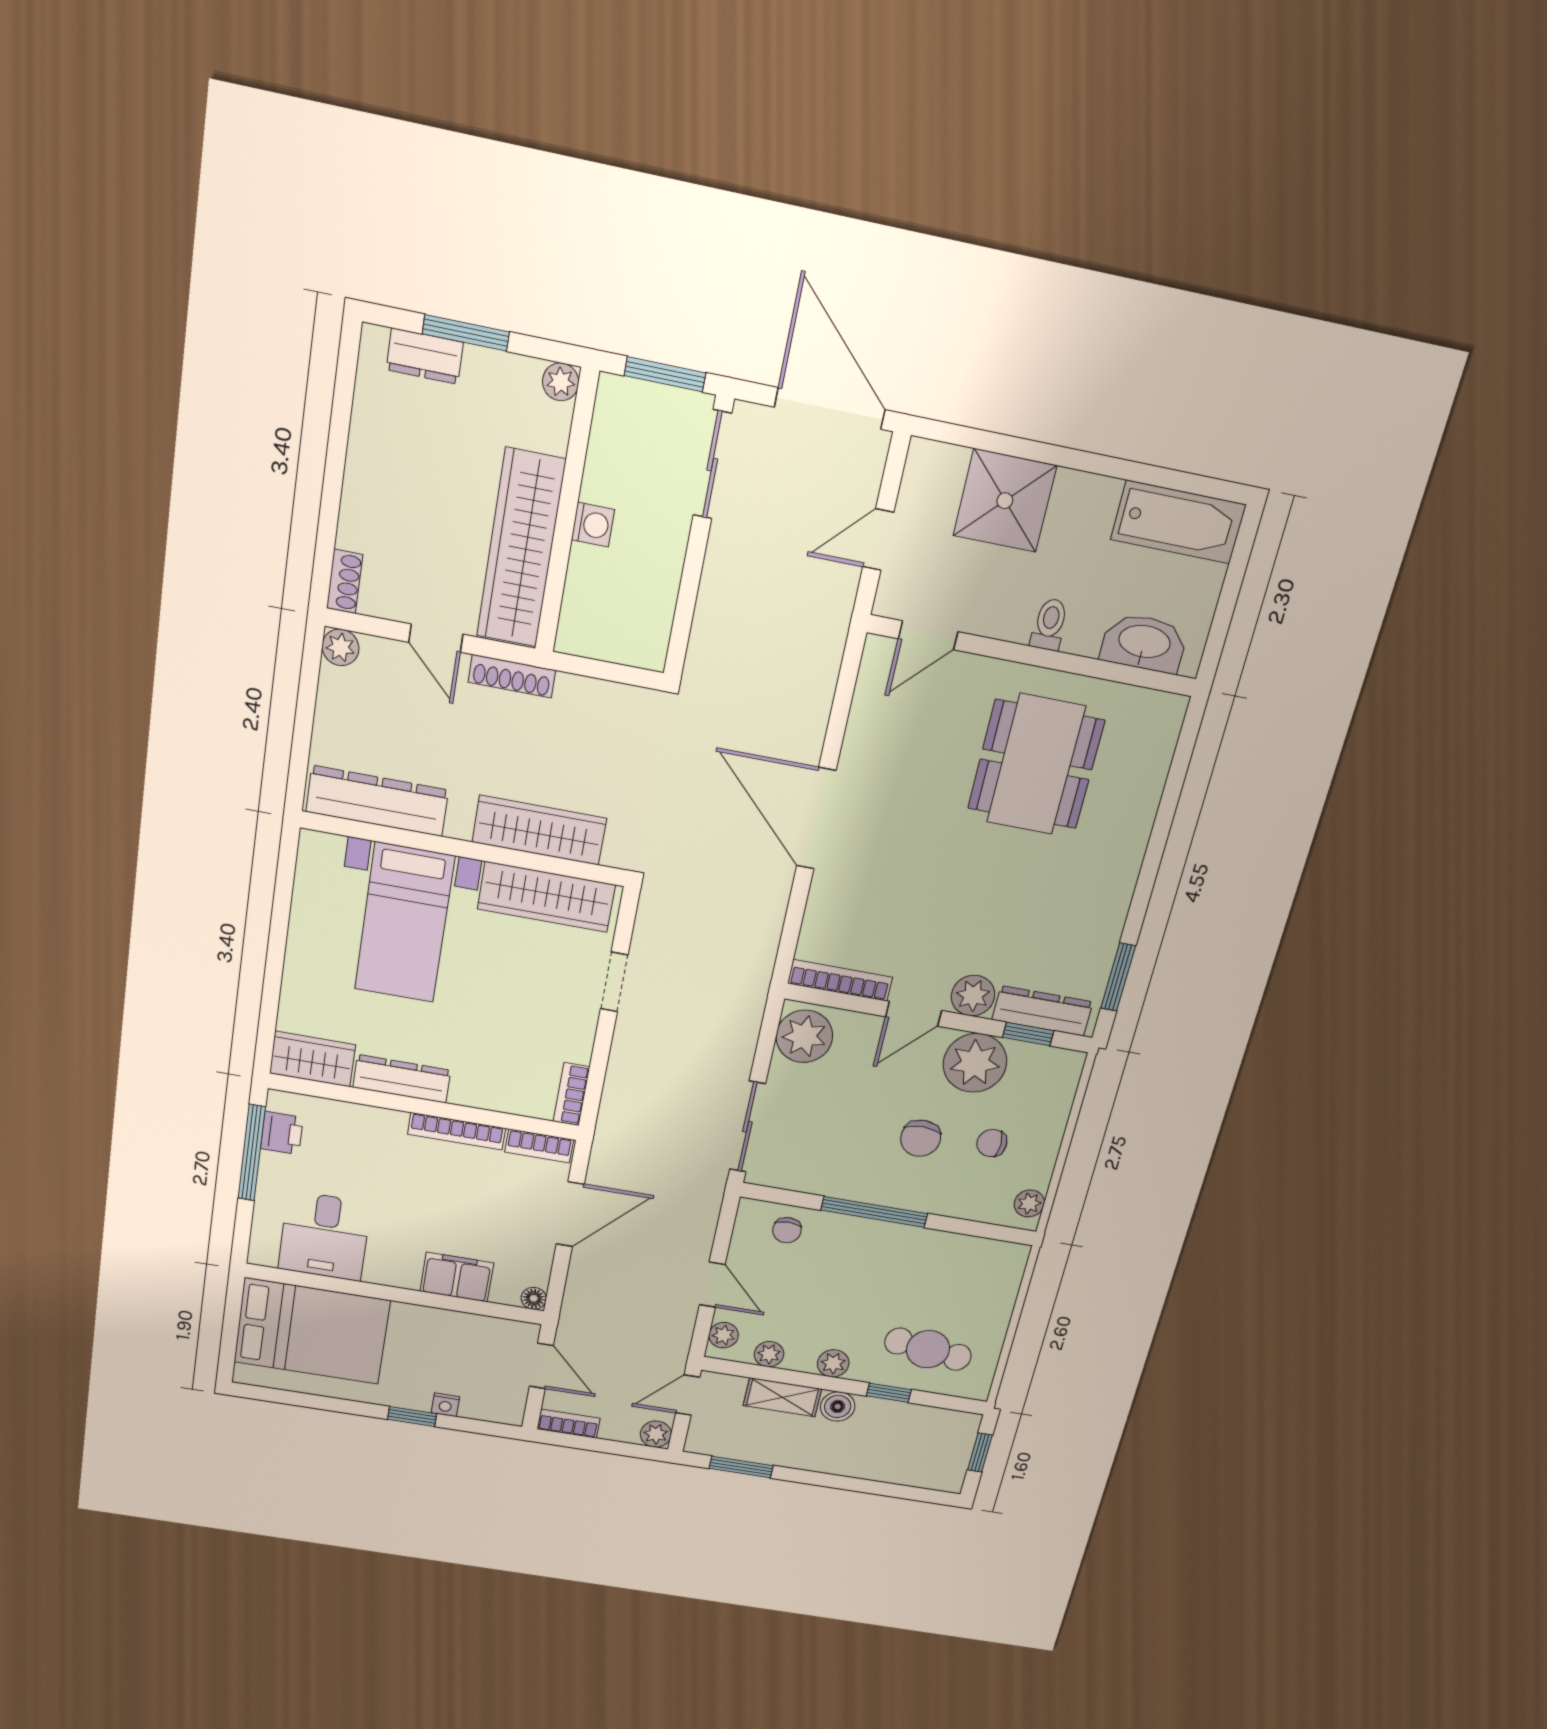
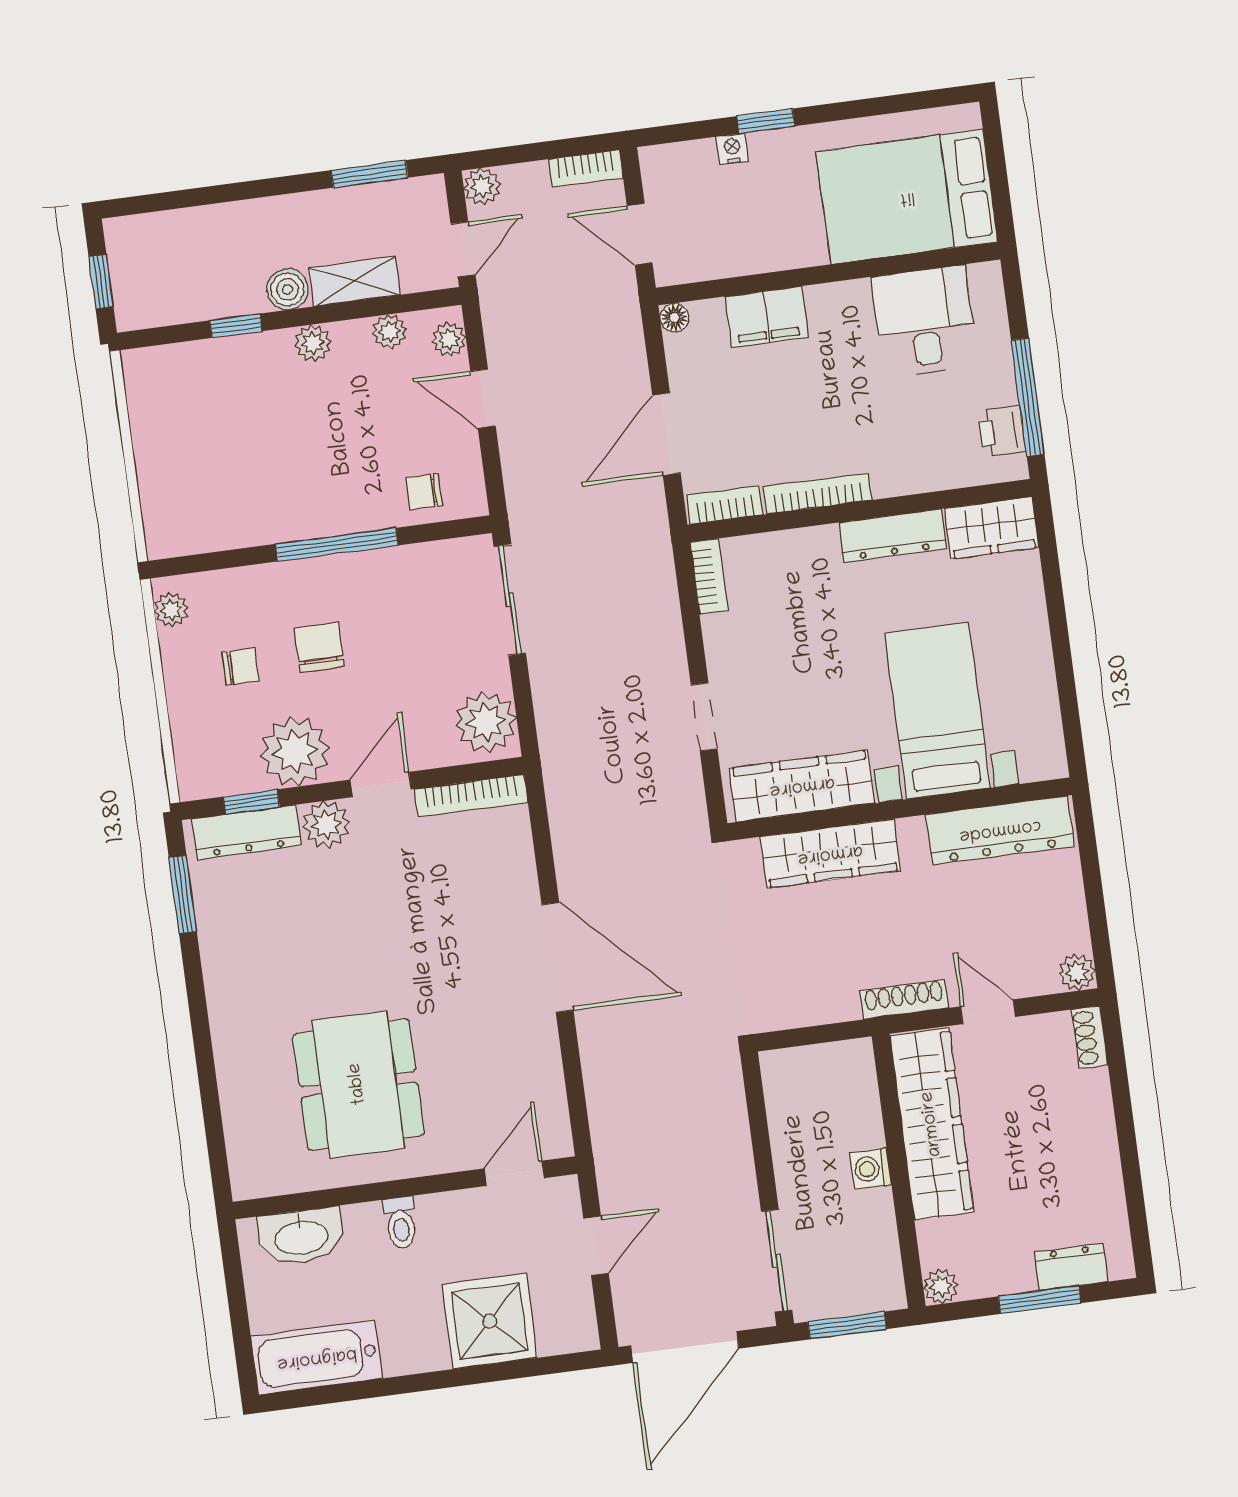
door: (830, 408) -> (685, 1347), hinge flipped
chair: (787, 1230) -> (424, 492), turned -90
cafe table: (928, 1349) -> (213, 396), removed

